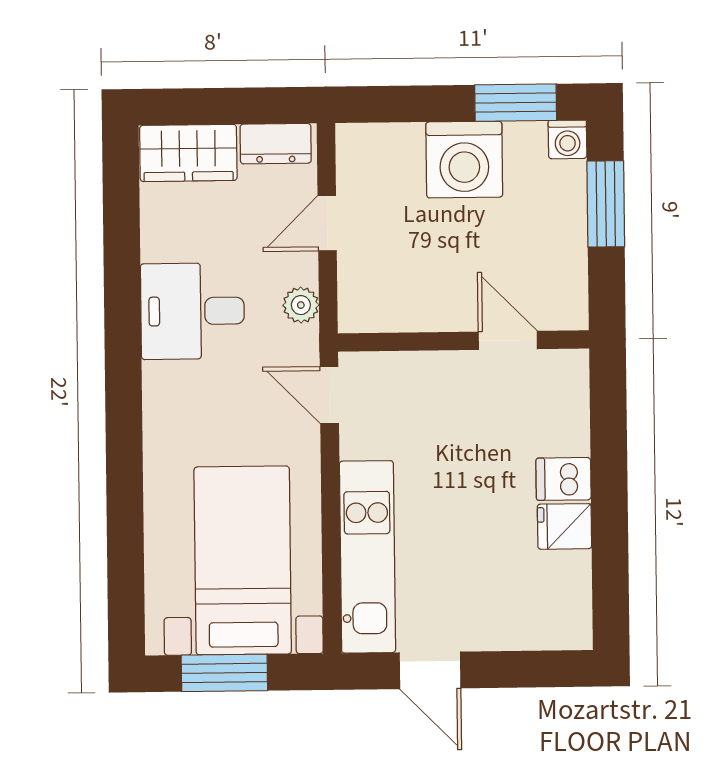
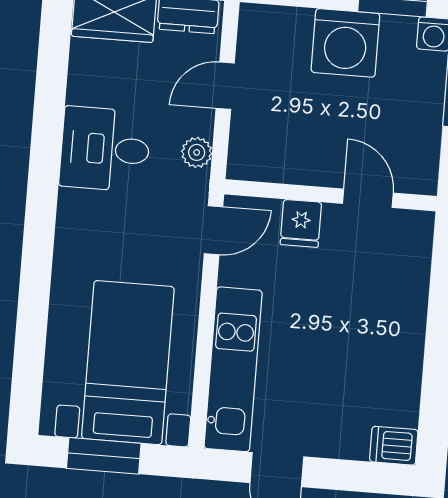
door: (329, 395) -> (214, 230), swing flipped
dishwasher: (564, 479) -> (394, 446), moved
fridge: (564, 526) -> (301, 223), moved, turned -90

